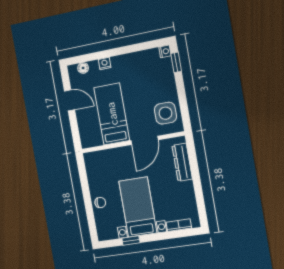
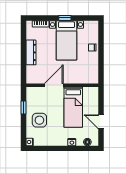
window: (176, 62) -> (23, 107), moved
side table: (165, 113) -> (39, 120), moved
dresser: (182, 162) -> (31, 52), moved
window: (131, 241) -> (65, 18), moved

